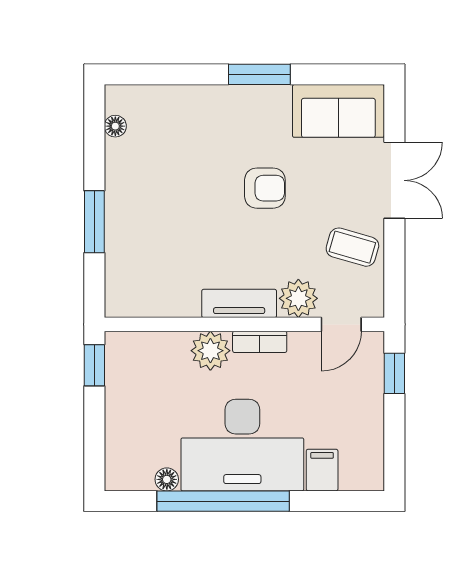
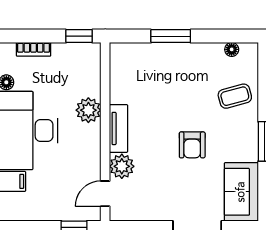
coffee table: (352, 247) -> (235, 96), moved, turned 59
door: (341, 324) -> (105, 194), hinge flipped
bookcase: (260, 342) -> (34, 49), moved, turned -90

